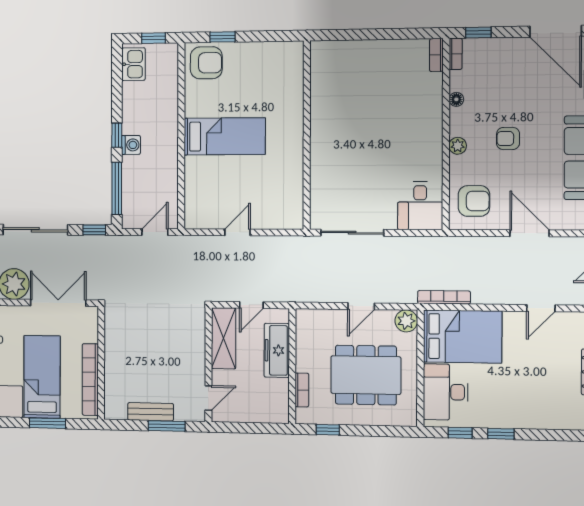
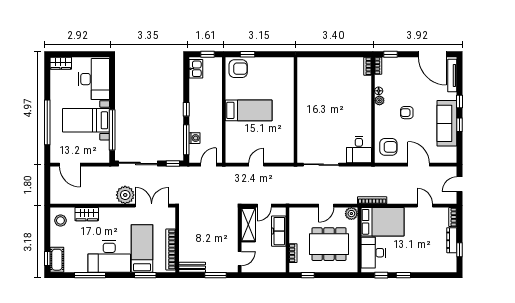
washing machine: (131, 145) -> (194, 138), moved
plant: (458, 146) -> (379, 100), moved
door: (541, 308) -> (425, 206), swing flipped
bench: (151, 412) -> (192, 267), moved

